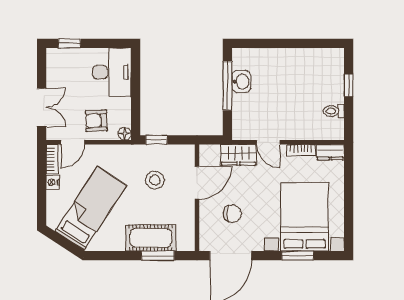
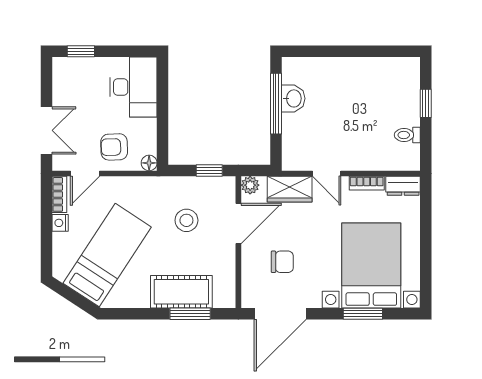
window: (156, 140) -> (209, 171), moved
plant: (206, 152) -> (250, 185), added

